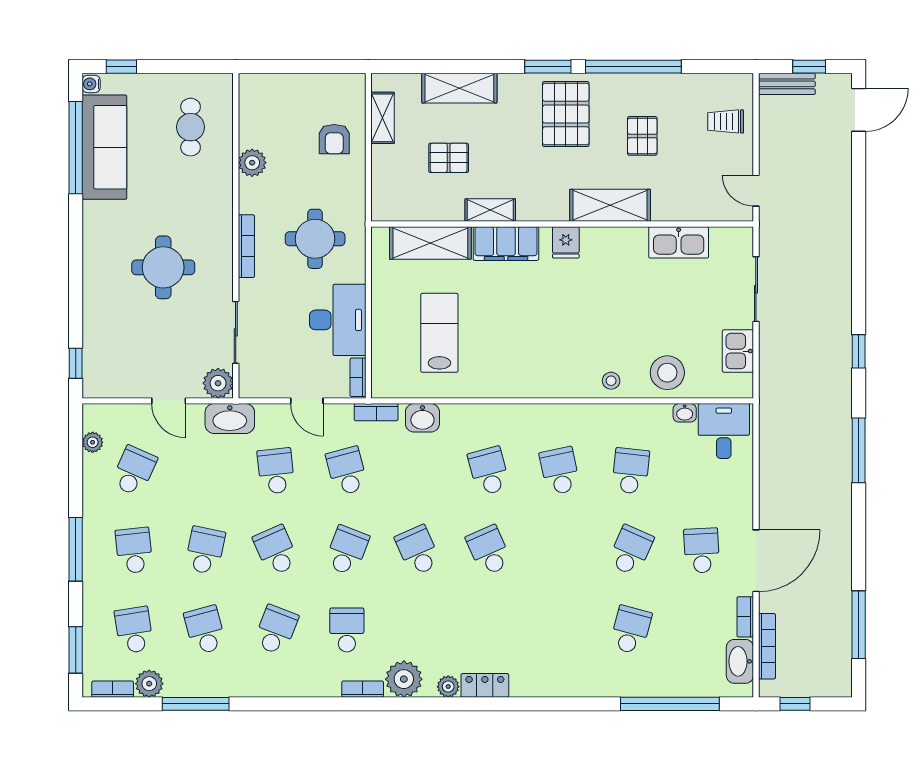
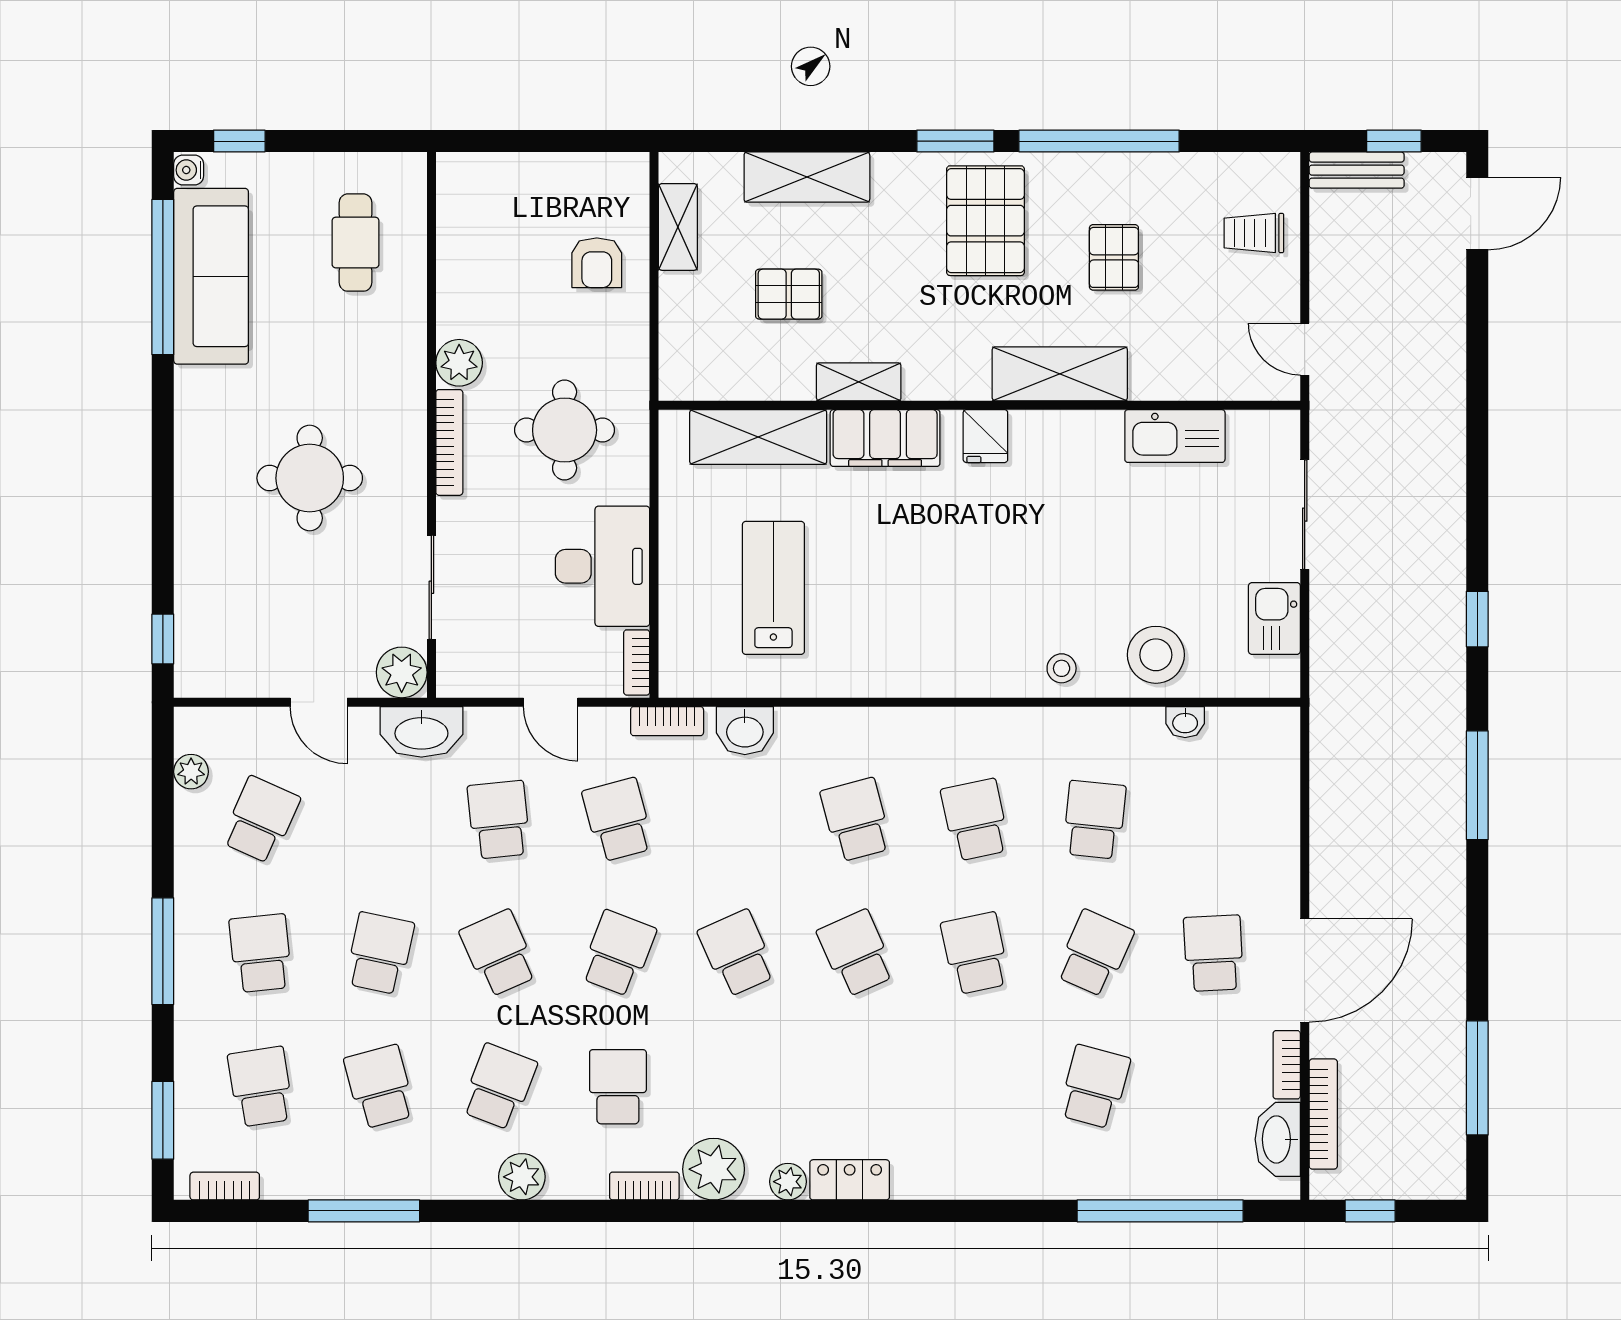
plant: (252, 163) -> (459, 363), moved
desk: (724, 431) -> (1251, 753), removed
school desk: (560, 550) -> (975, 953), added
plant: (149, 684) -> (522, 1177), moved

